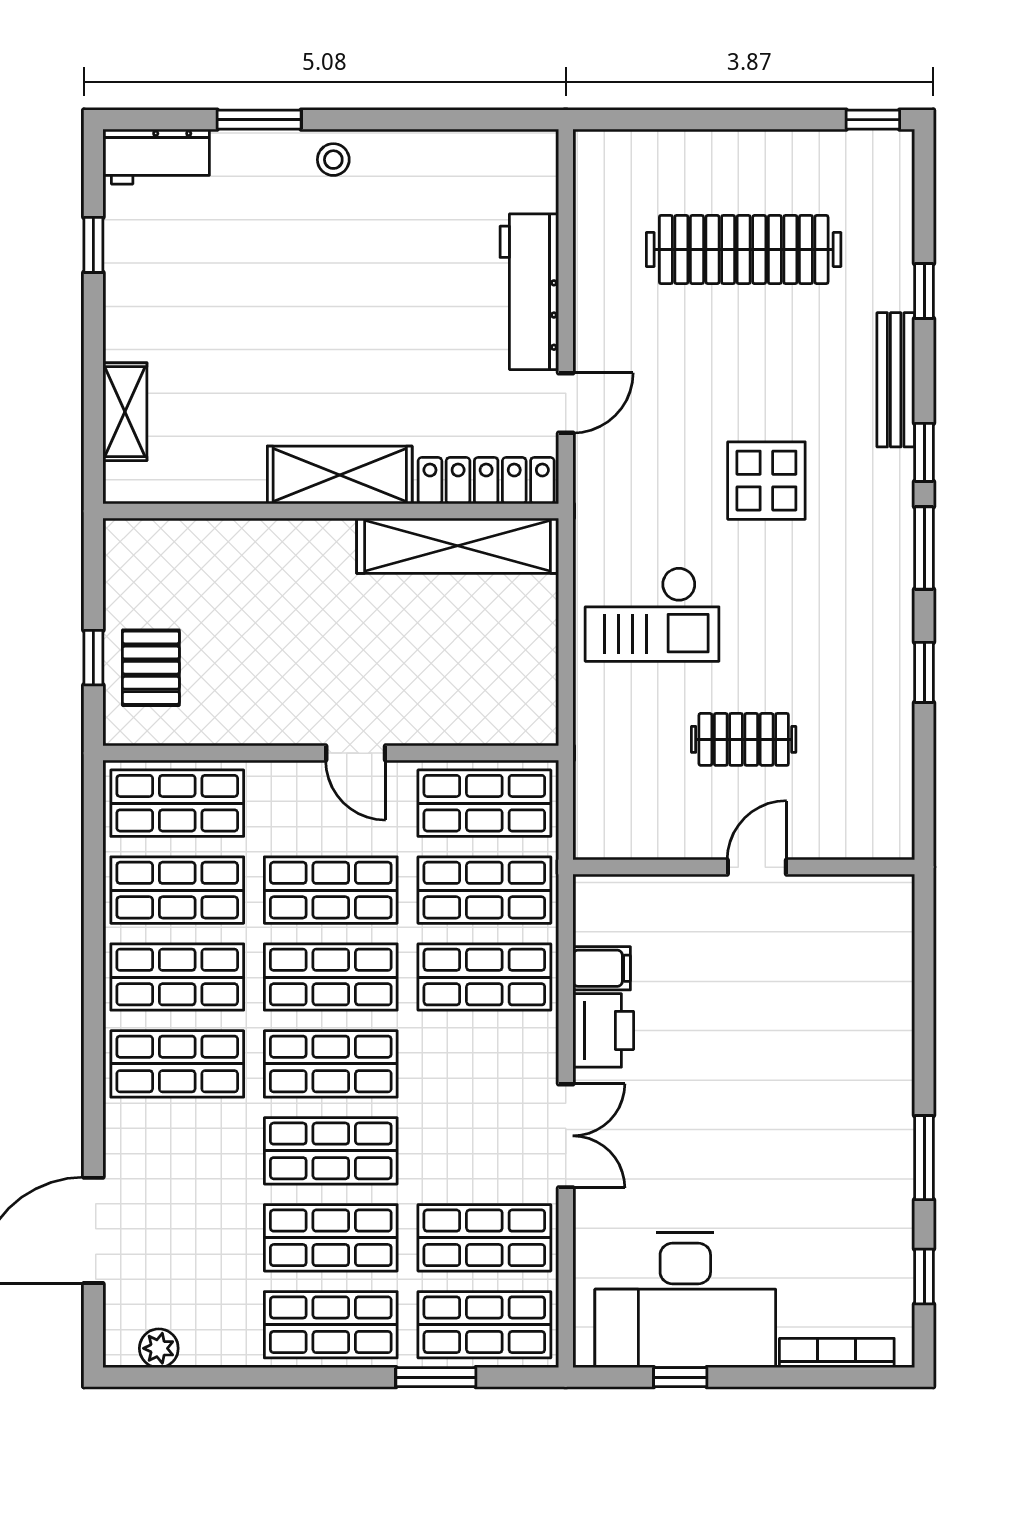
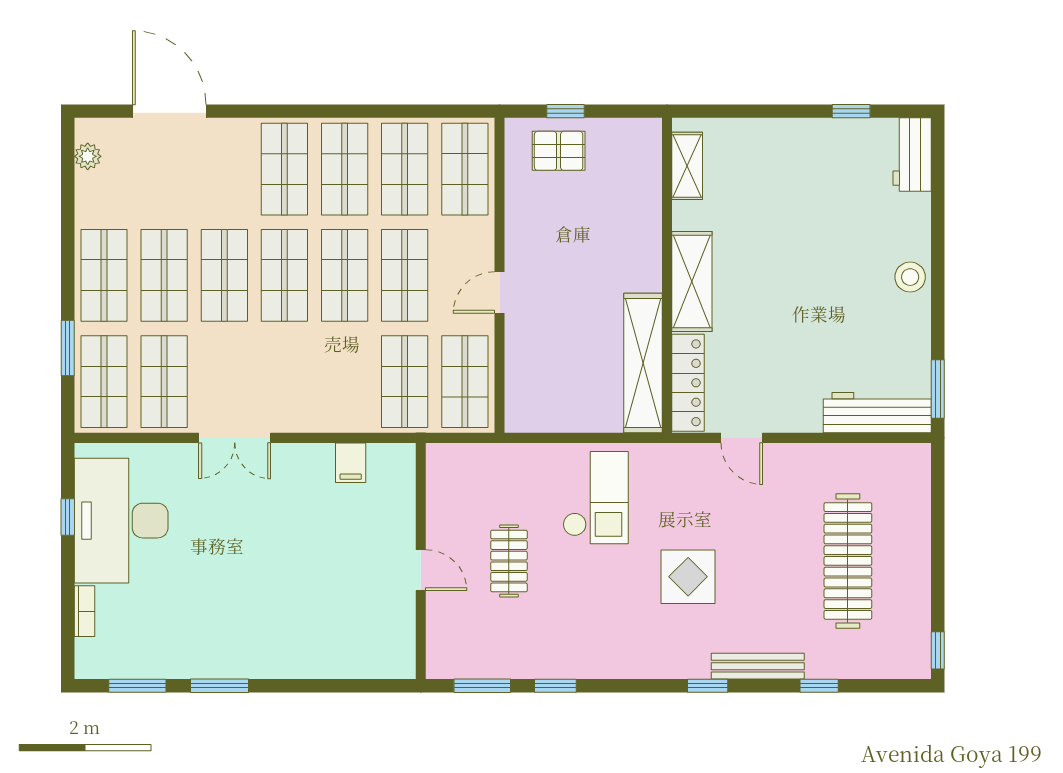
window: (259, 120) -> (938, 389), moved
stool: (333, 160) -> (910, 277), width x1.37, depth x1.37
workbench: (529, 292) -> (877, 413), moved
shelving: (125, 412) -> (687, 166), moved, turned 90
window: (924, 548) -> (482, 686), moved
checkout: (652, 614) -> (595, 498), turned 180
shop shelf: (484, 977) -> (345, 382), removed
printer: (603, 1030) -> (308, 464), removed
window: (924, 1277) -> (137, 686), width x1.50
bookcase: (837, 1353) -> (84, 611), width x0.64

